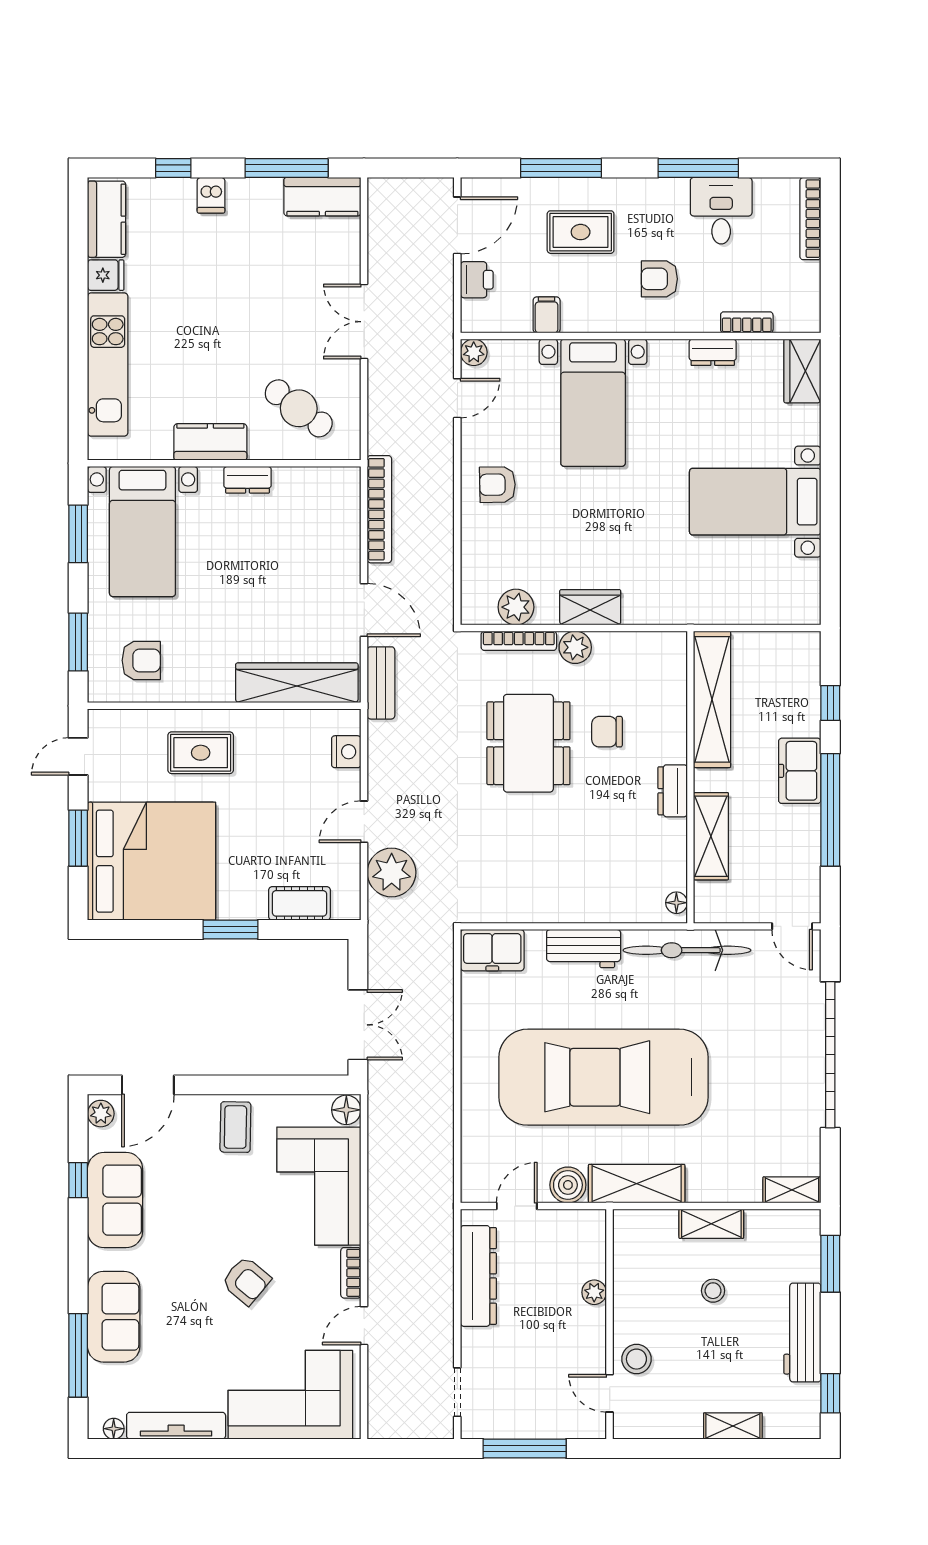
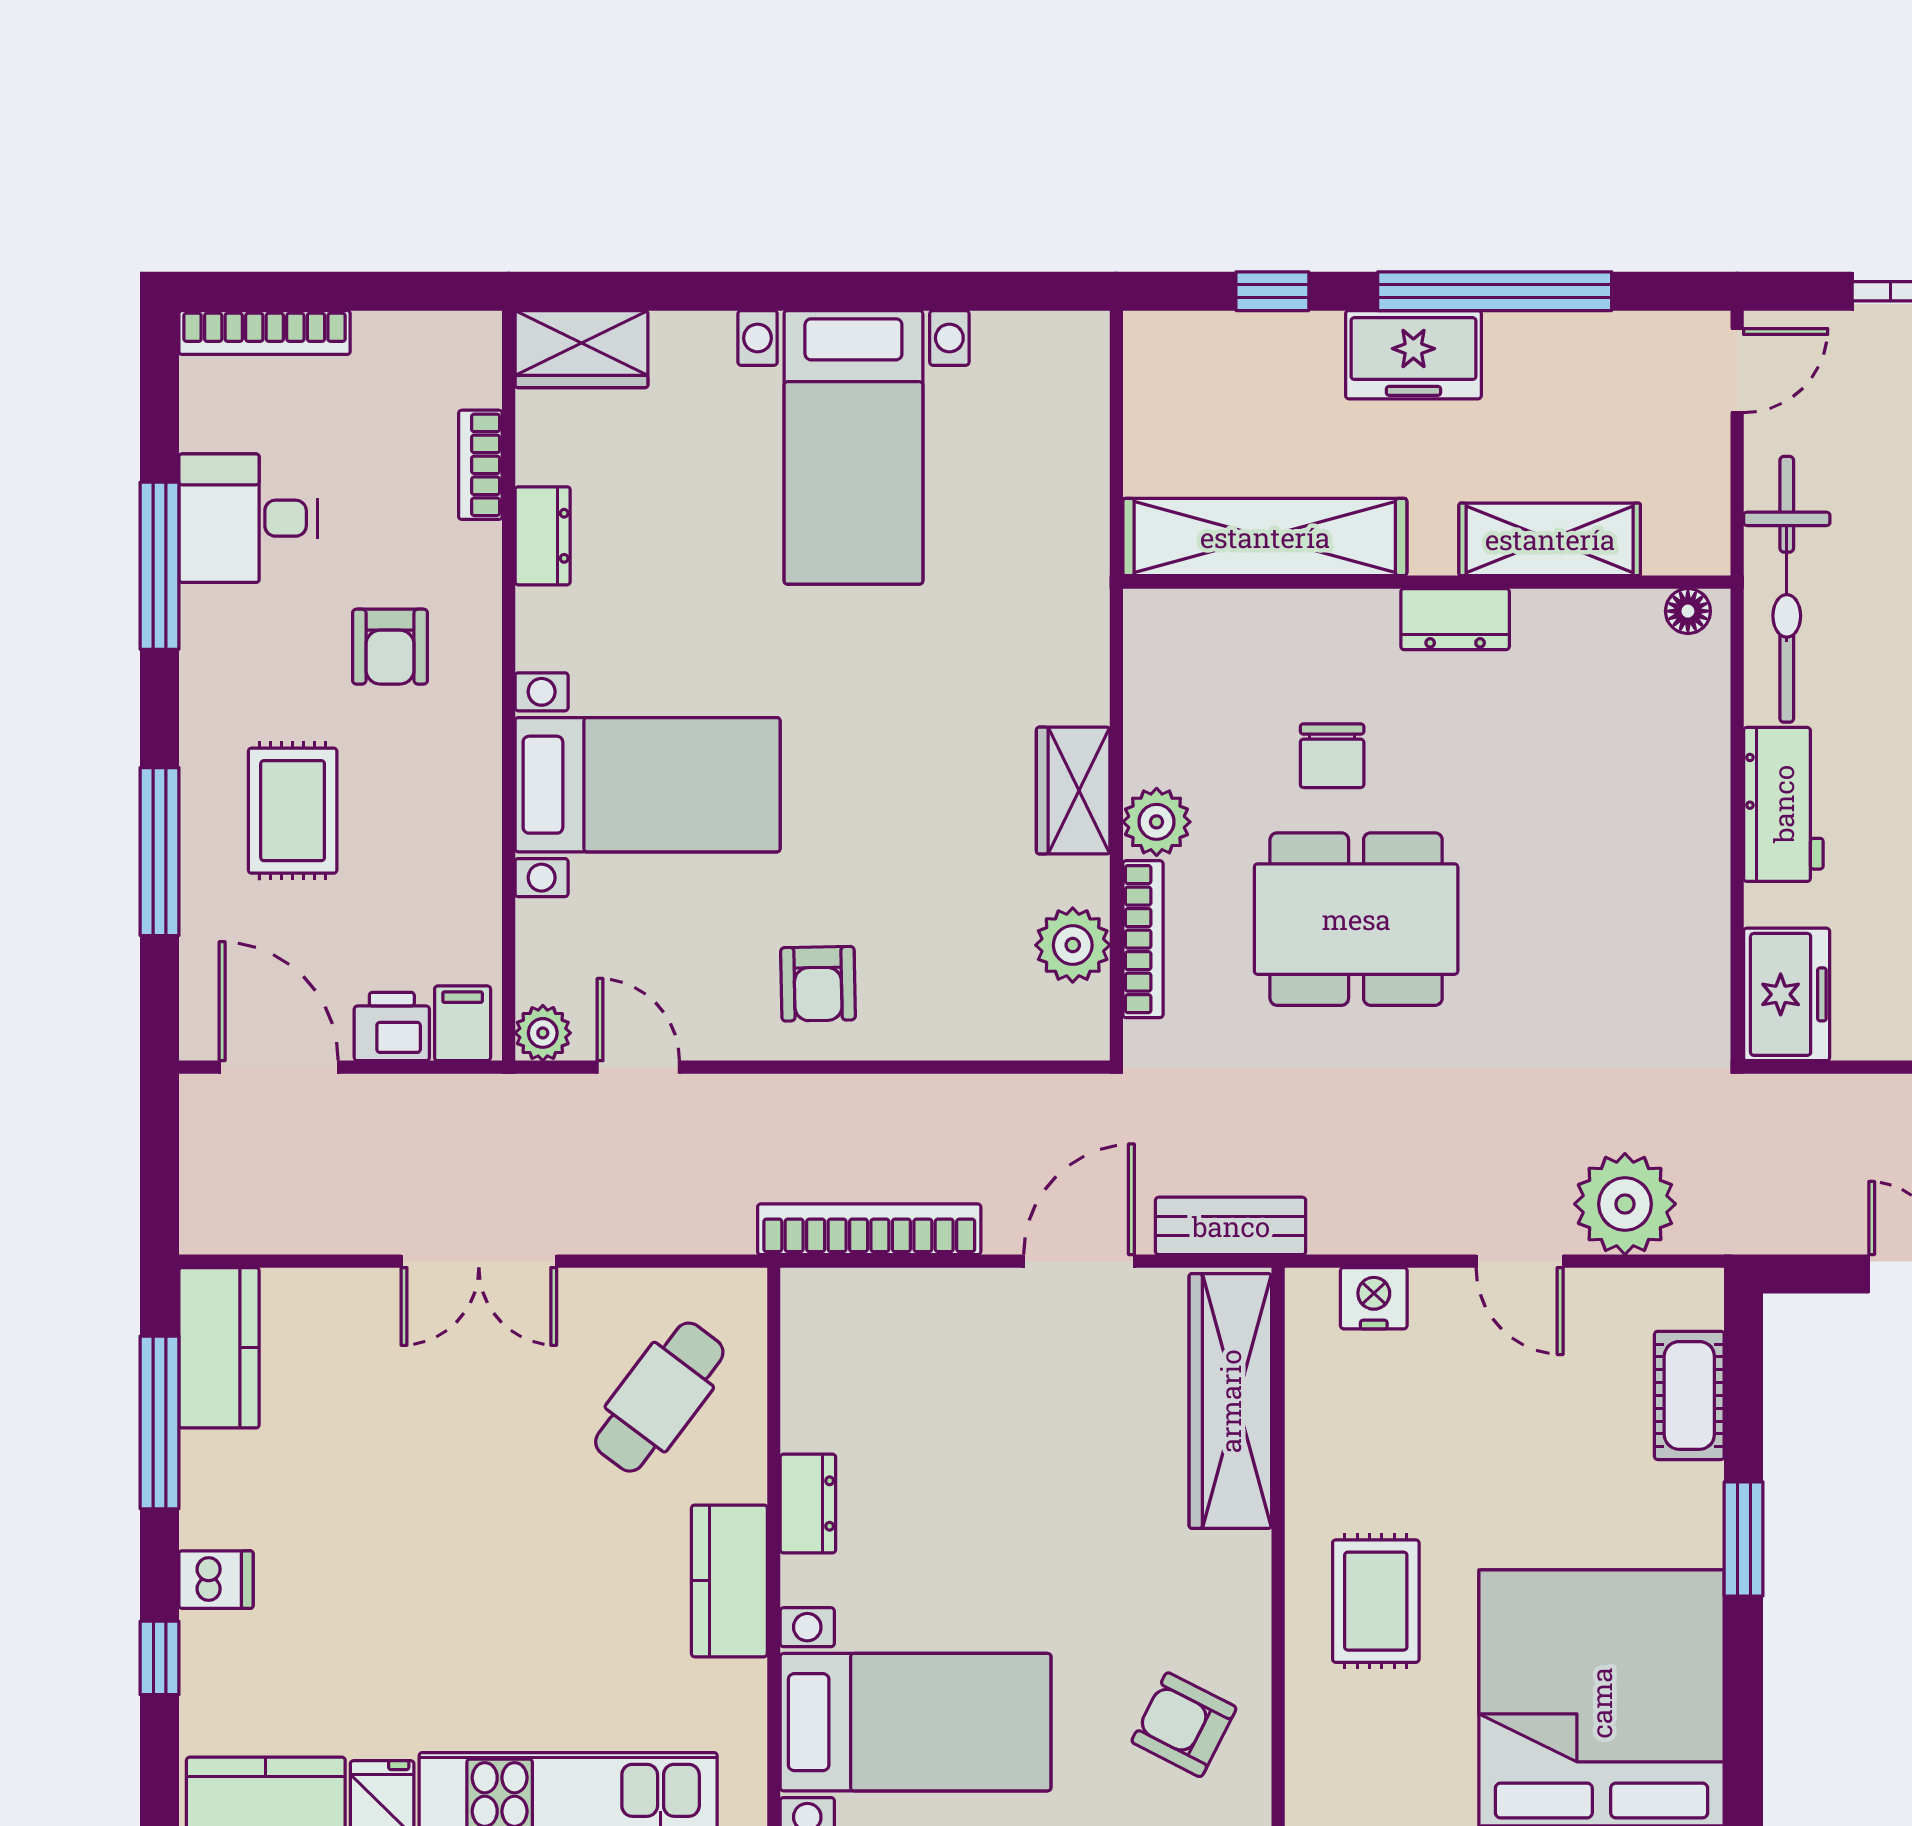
filing cabinet: (547, 315) -> (463, 1023), moved, turned 90
armchair: (141, 660) -> (1184, 1725), turned -63

